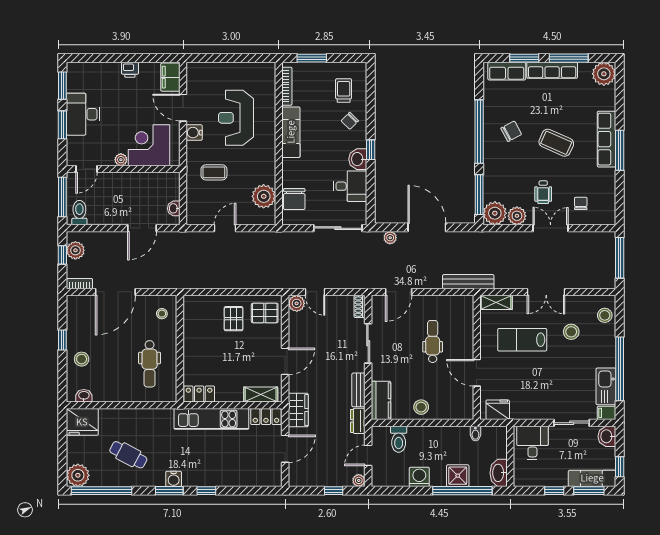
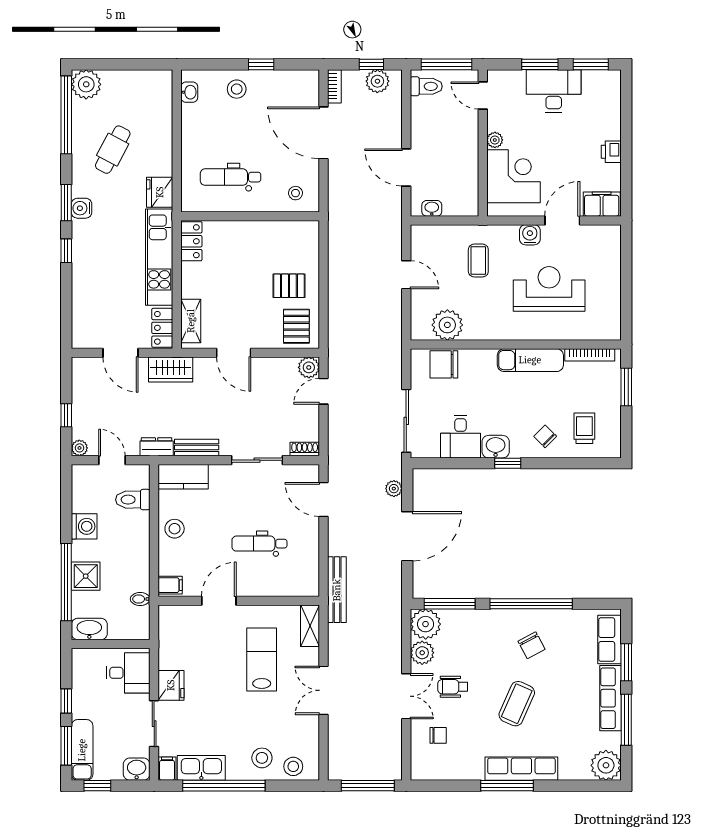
trolley: (344, 90) -> (584, 428), turned -90
stool: (571, 332) -> (262, 758), moved
dental chair: (433, 341) -> (259, 544), turned 180
filing cabinet: (465, 410) -> (170, 585), added
fridge: (498, 410) -> (171, 685), moved
fridge: (82, 422) -> (160, 192), moved, width x0.73, depth x0.75

